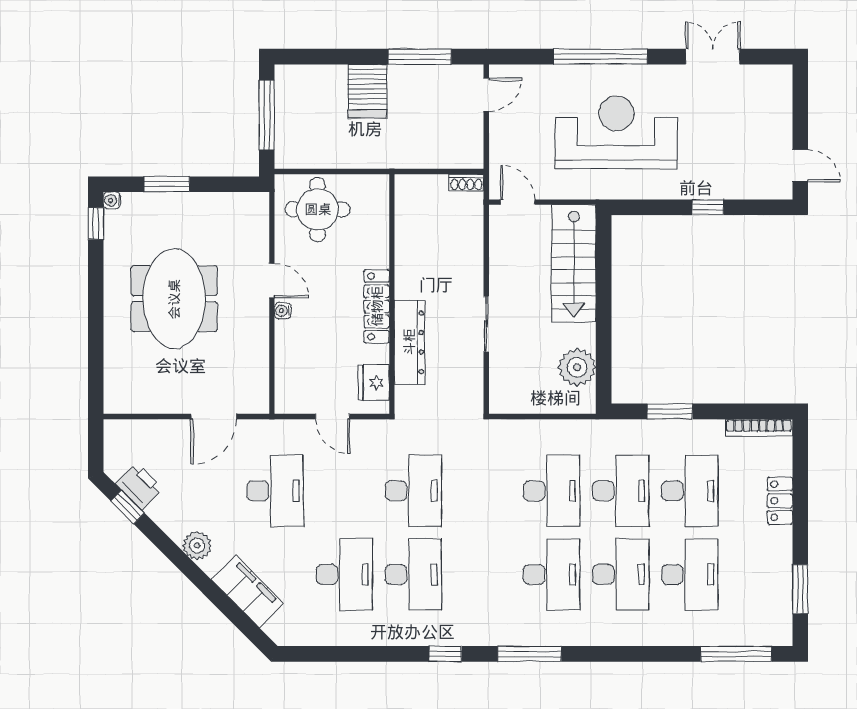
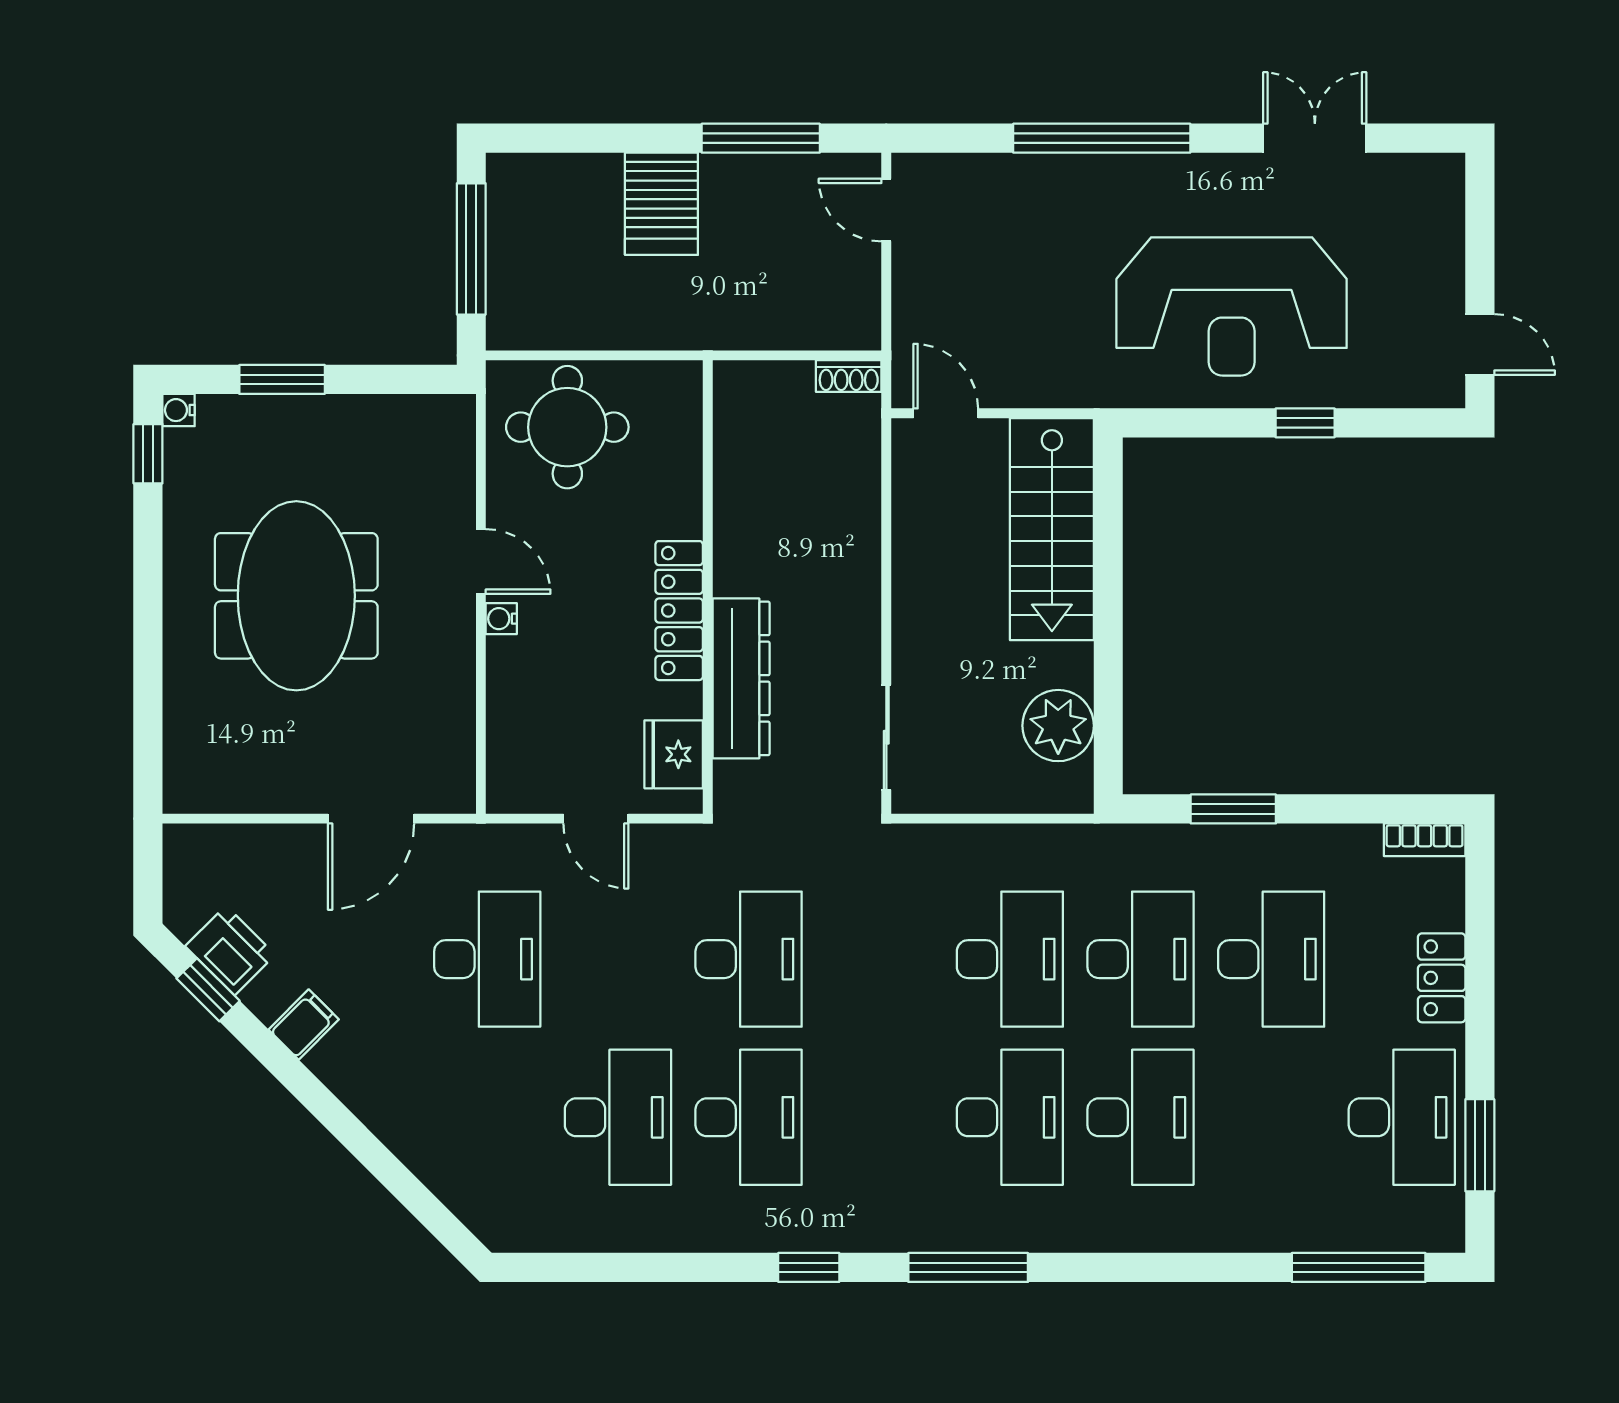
door: (486, 95) -> (886, 210), swing flipped
reception desk: (616, 132) -> (1232, 307), moved, turned 180
sliding door: (486, 324) -> (886, 737), moved
bookcase: (759, 428) -> (1425, 840), width x0.64
plant: (197, 545) -> (339, 1062), removed
desk: (690, 574) -> (1402, 1117), moved
filing cabinet: (247, 591) -> (304, 1024), moved, width x0.33, depth x0.86

